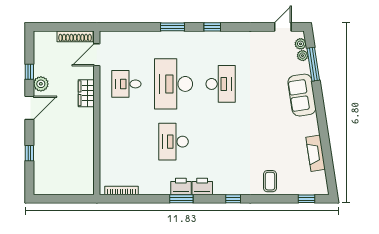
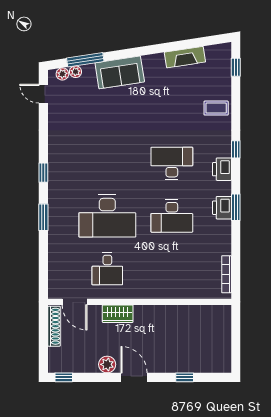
window: (29, 72) -> (64, 377), moved
desk: (221, 84) -> (172, 163), moved
printer: (202, 186) -> (222, 169), moved

